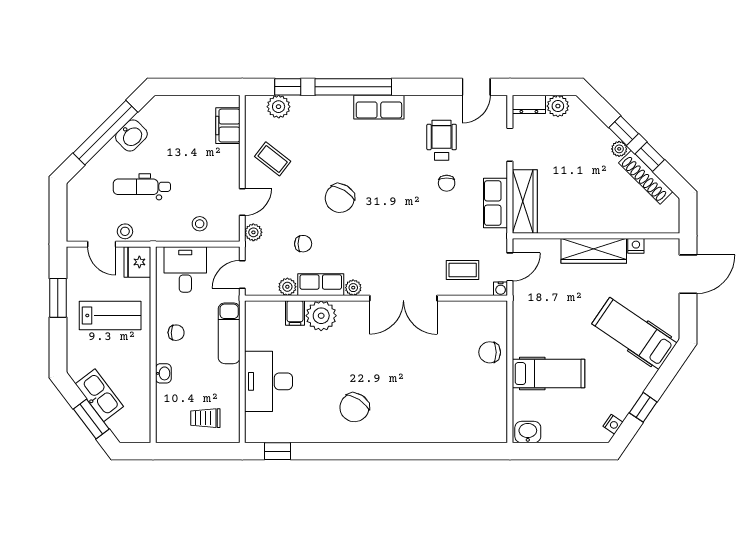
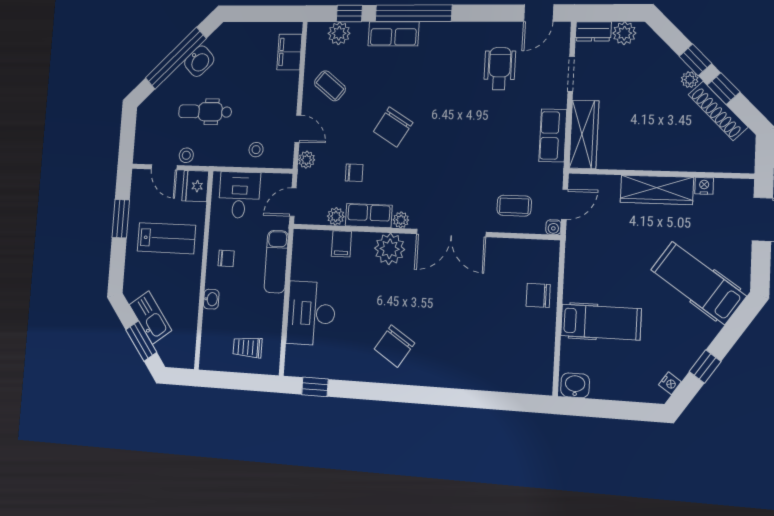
row of seats: (379, 107) -> (393, 34), moved
chair: (447, 183) -> (502, 114), removed
door: (242, 202) -> (298, 129), hinge flipped
plant: (321, 316) -> (390, 249), moved

